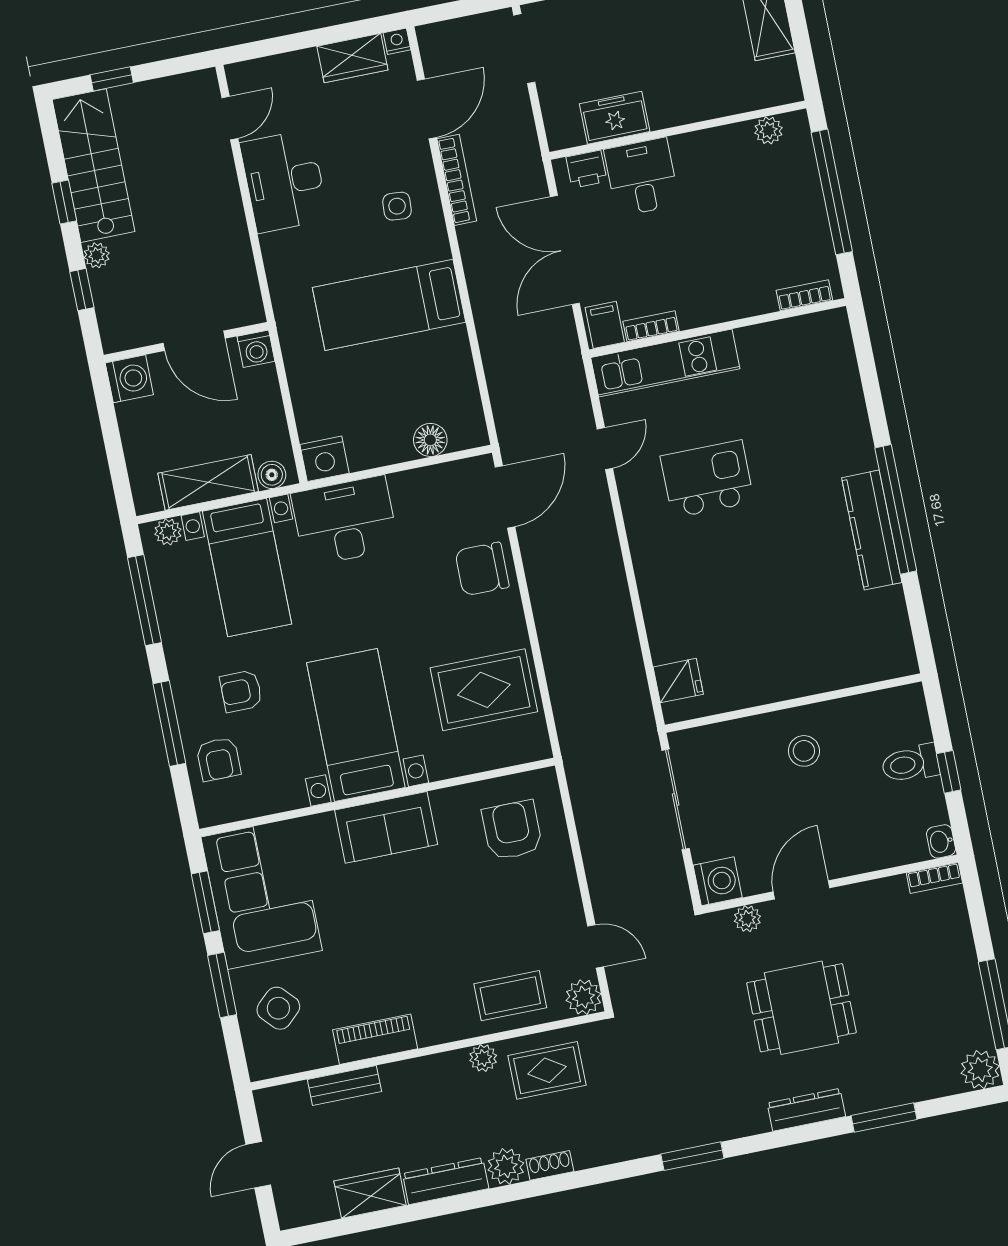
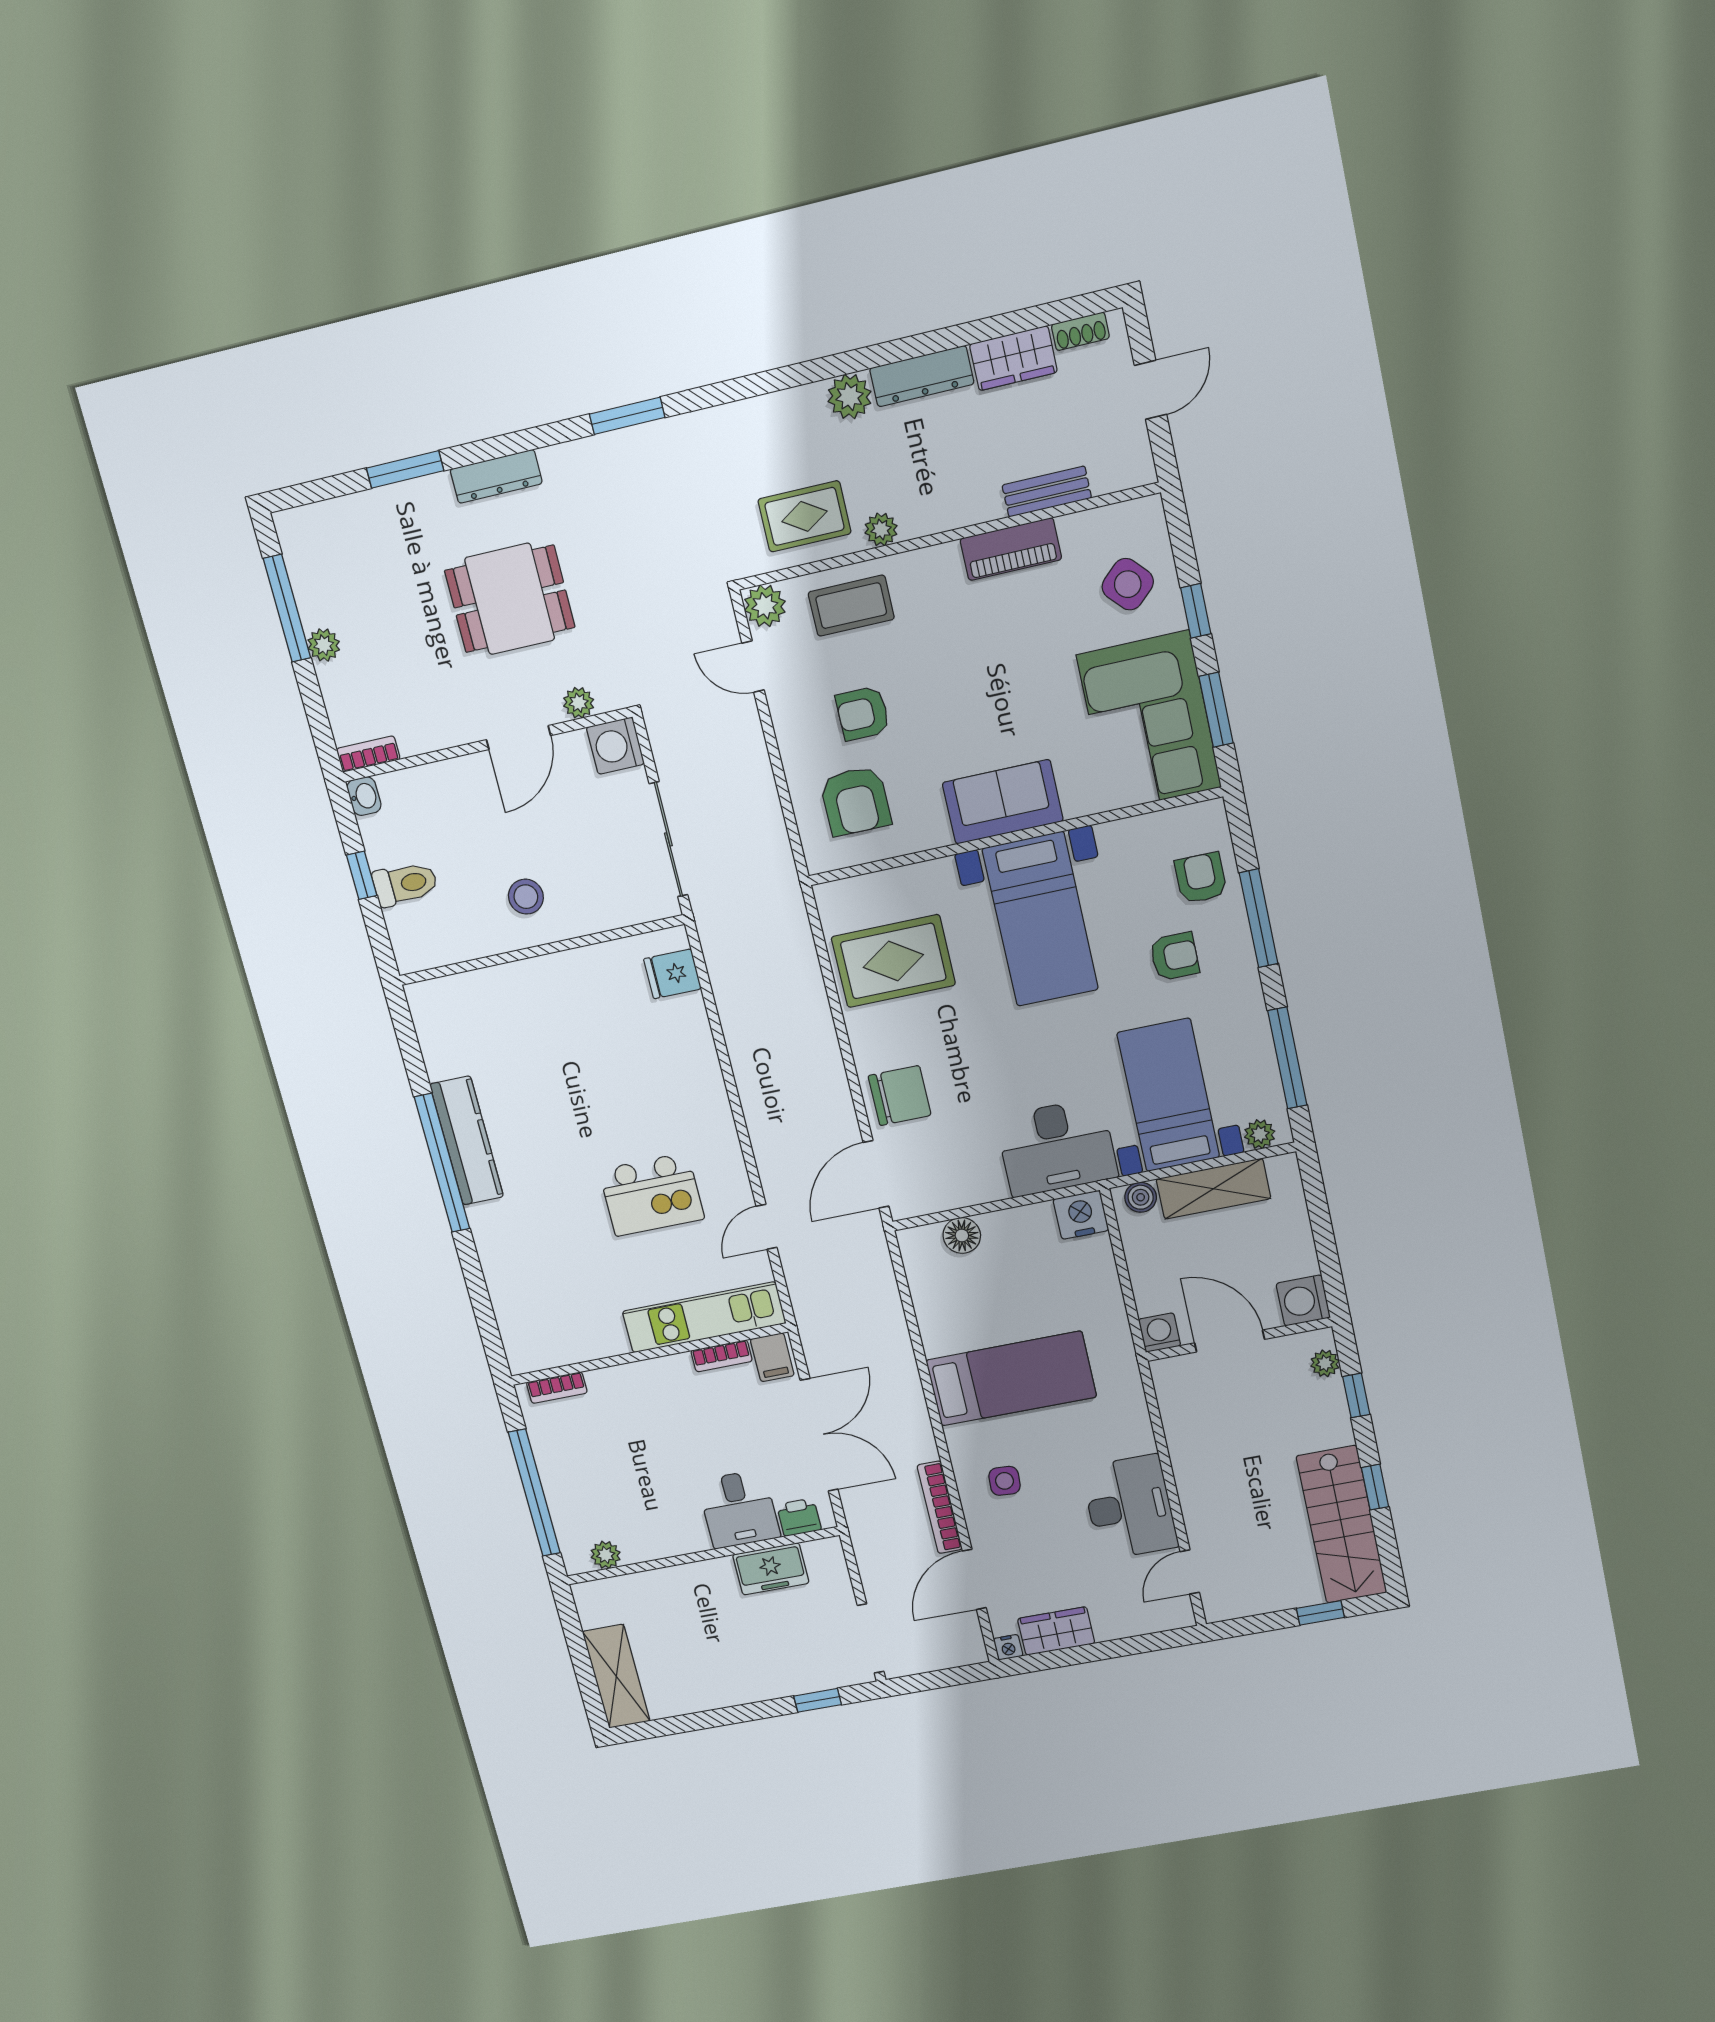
plant: (97, 255) -> (1325, 1363), moved
armchair: (504, 905) -> (863, 713), added
window: (222, 985) -> (1196, 611), width x0.67
plant: (980, 1070) -> (324, 645), moved, width x0.73, depth x0.73
shoe rack: (550, 1165) -> (1080, 331), moved

